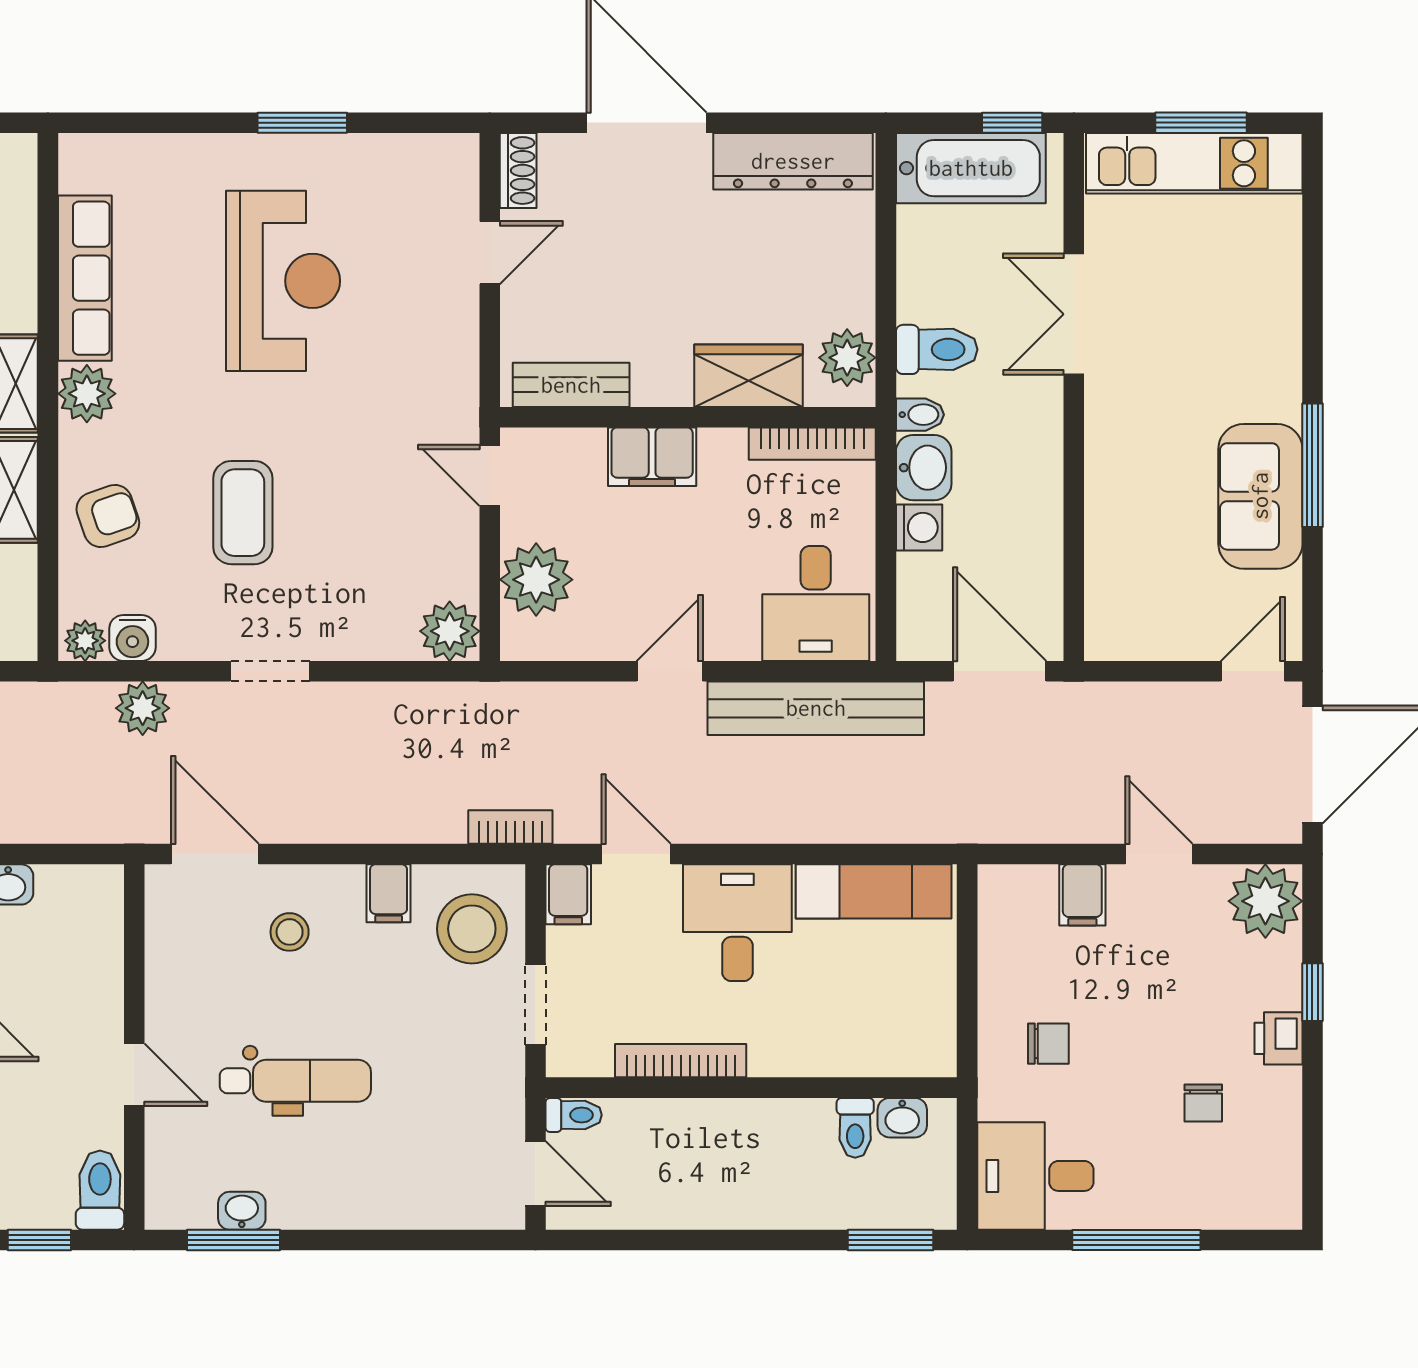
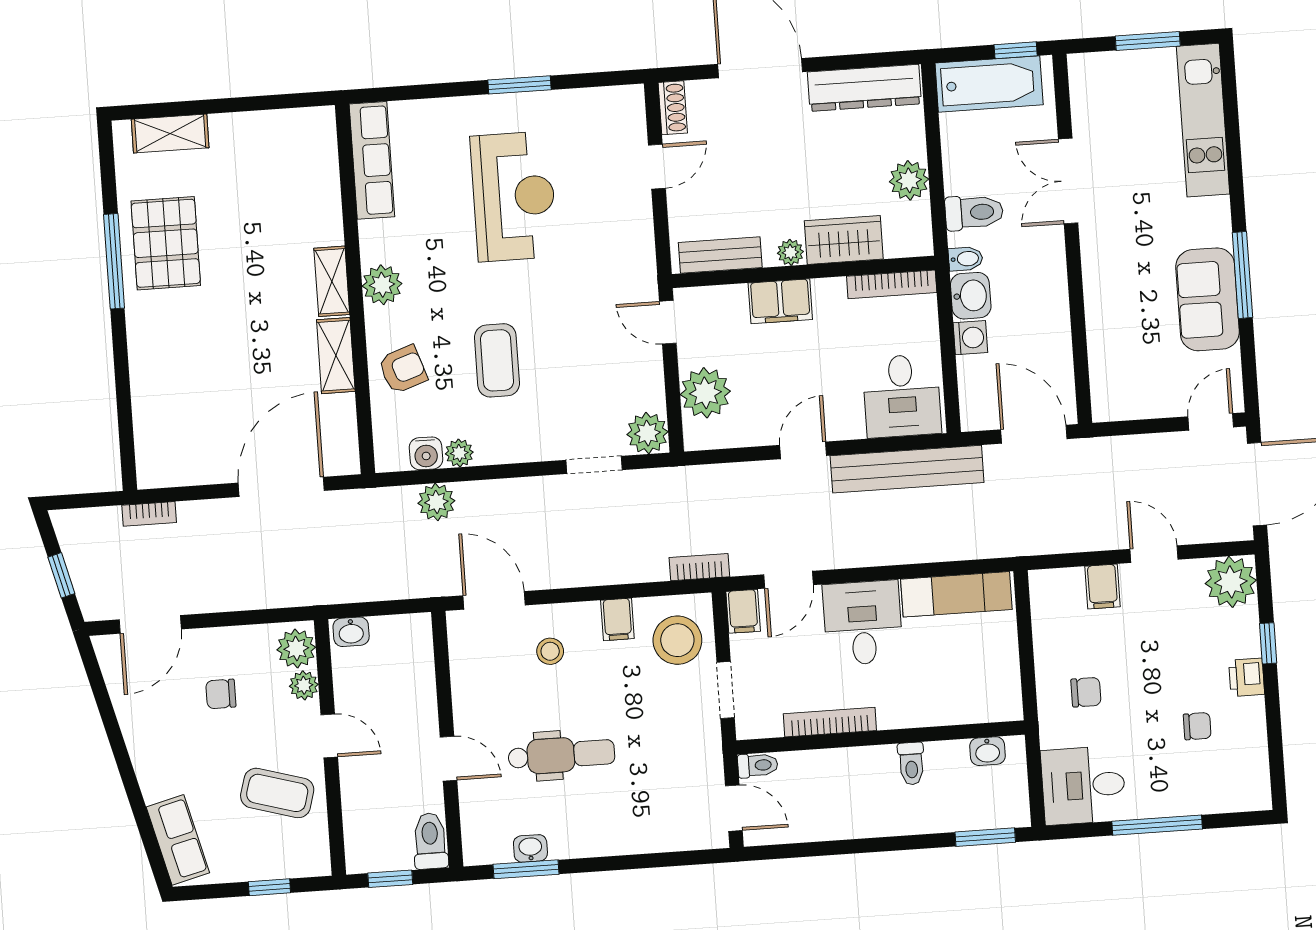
kitchen unit: (1194, 163) -> (1203, 120), moved, turned 90
row of seats: (85, 278) -> (372, 160), moved
plant: (847, 358) -> (909, 180), moved
plant: (671, 388) -> (790, 252), added
plant: (85, 641) -> (459, 453), moved
doorway: (270, 671) -> (594, 465), moved
door: (636, 854) -> (789, 580), swing flipped
chair: (1203, 1103) -> (1197, 726), turned -90
toilet: (855, 1128) -> (911, 764), moved

